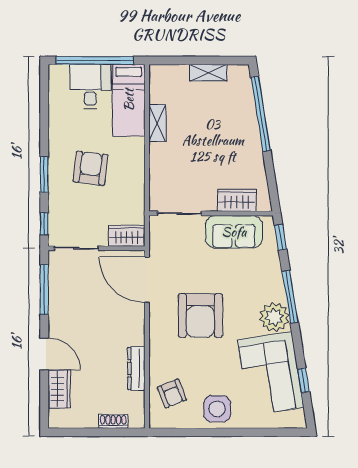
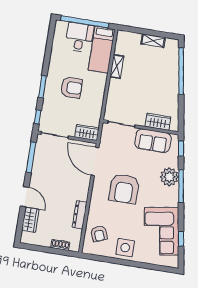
armchair: (91, 168) -> (71, 88), turned 83
plant: (274, 317) -> (169, 177), moved

